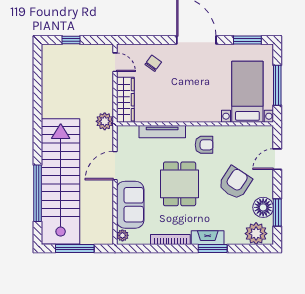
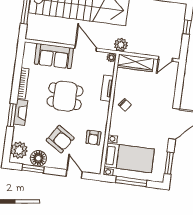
chair: (153, 63) -> (125, 105), moved
tv unit: (162, 132) -> (107, 88), width x0.71
armchair: (204, 145) -> (93, 138), moved
plant: (122, 235) -> (111, 57), moved

